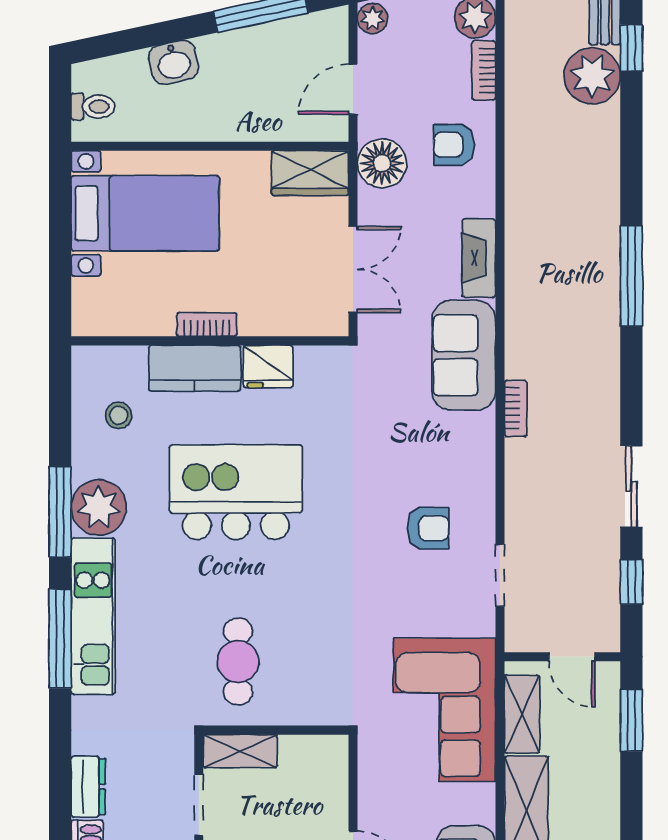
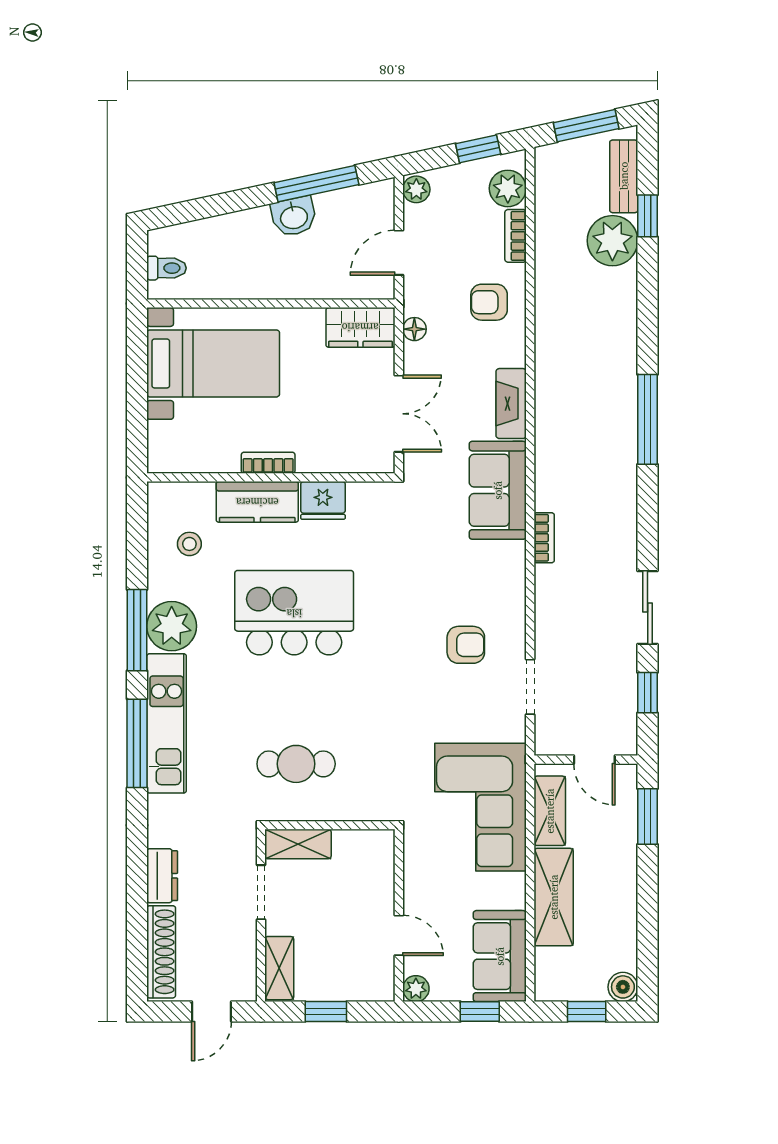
washbasin: (174, 62) -> (294, 217), moved
floor lamp: (382, 163) -> (414, 329), width x0.53, depth x0.53
cafe table: (238, 662) -> (296, 764), turned 90

